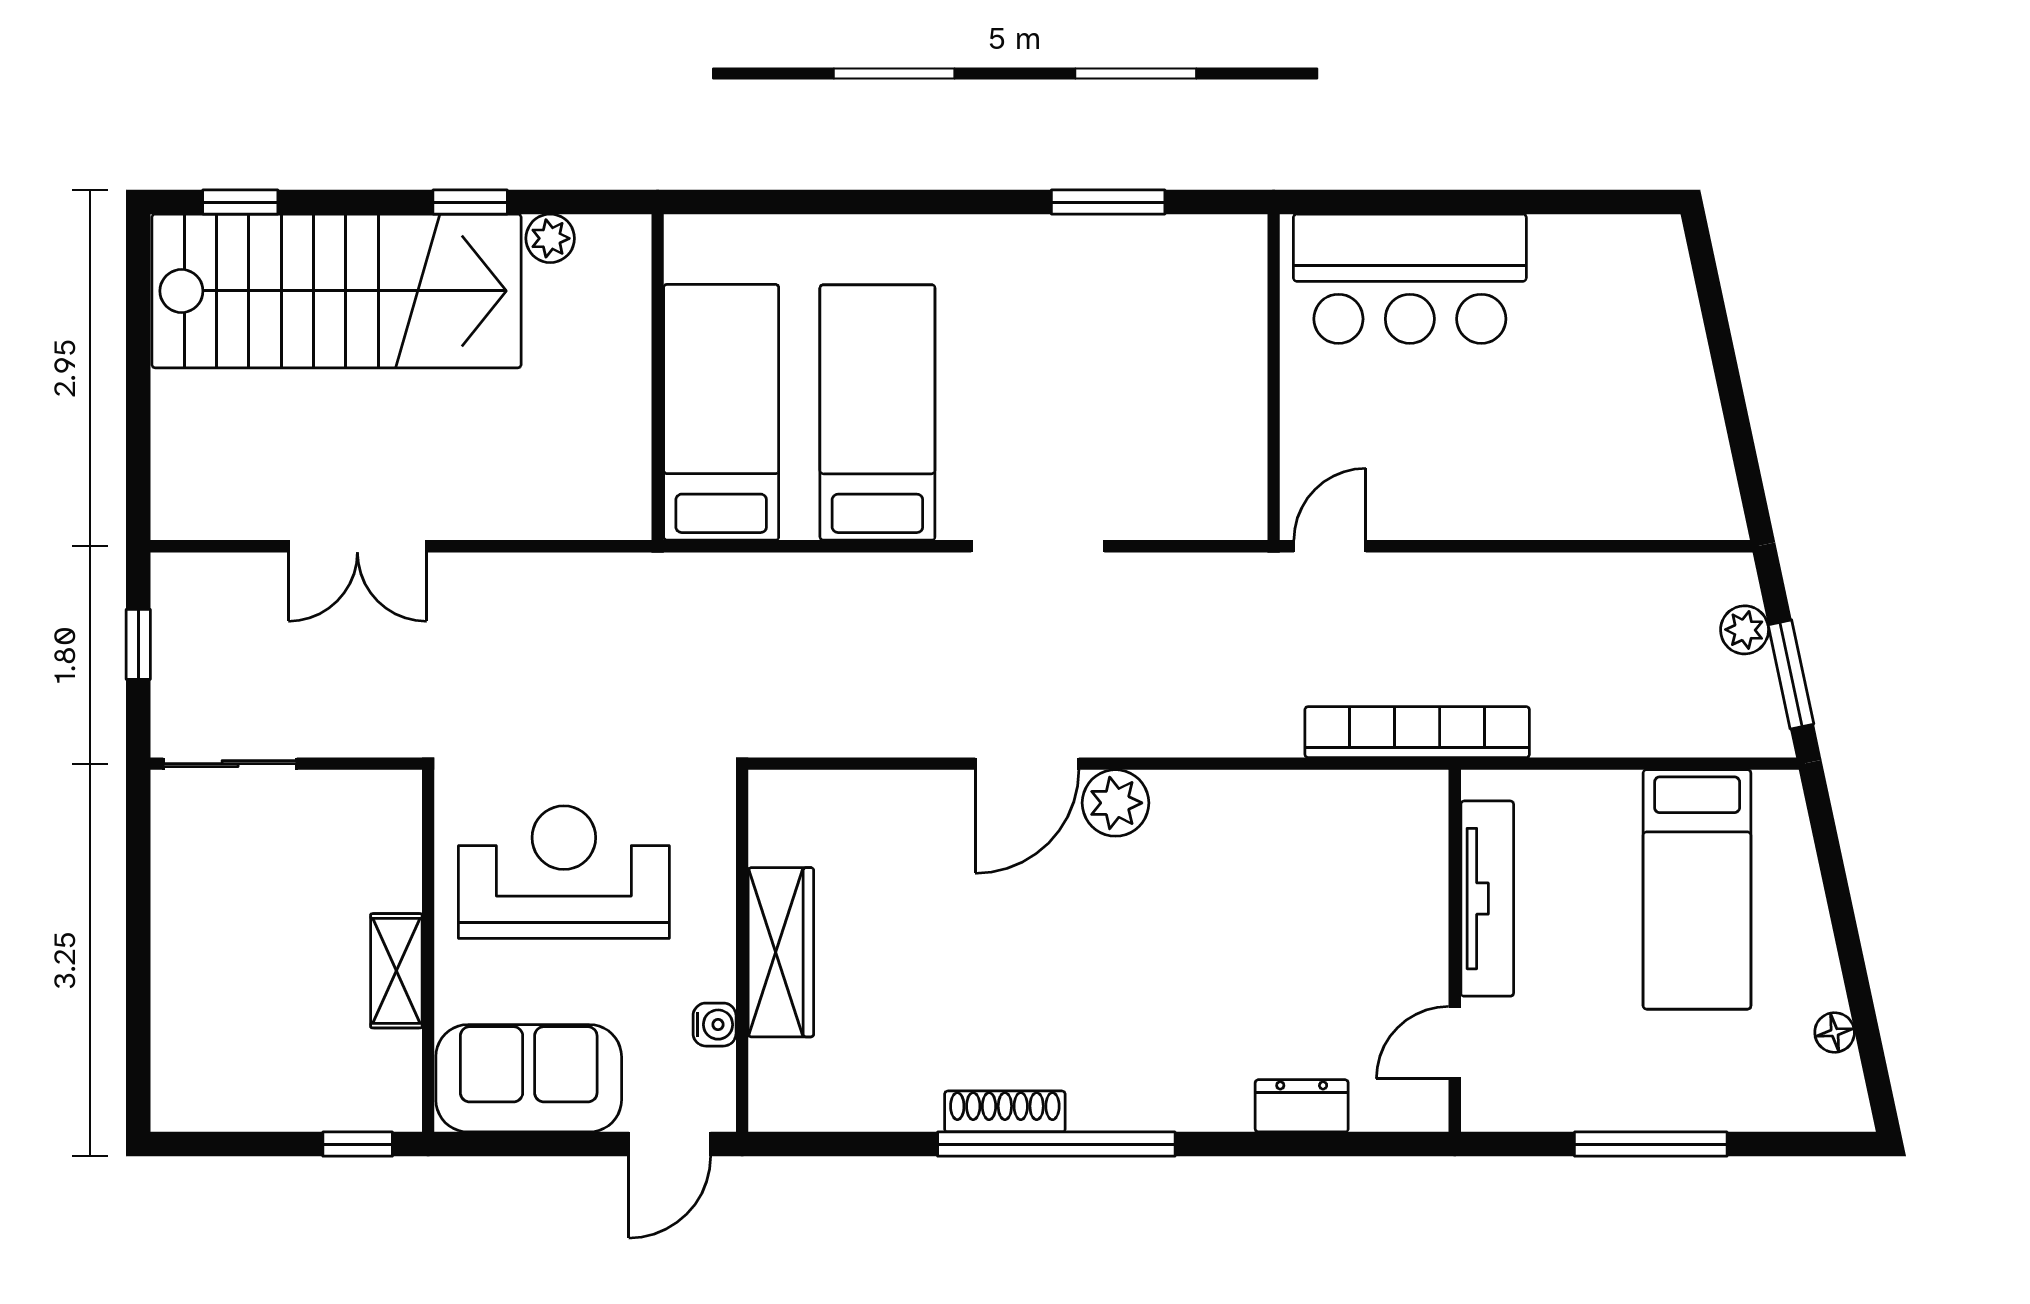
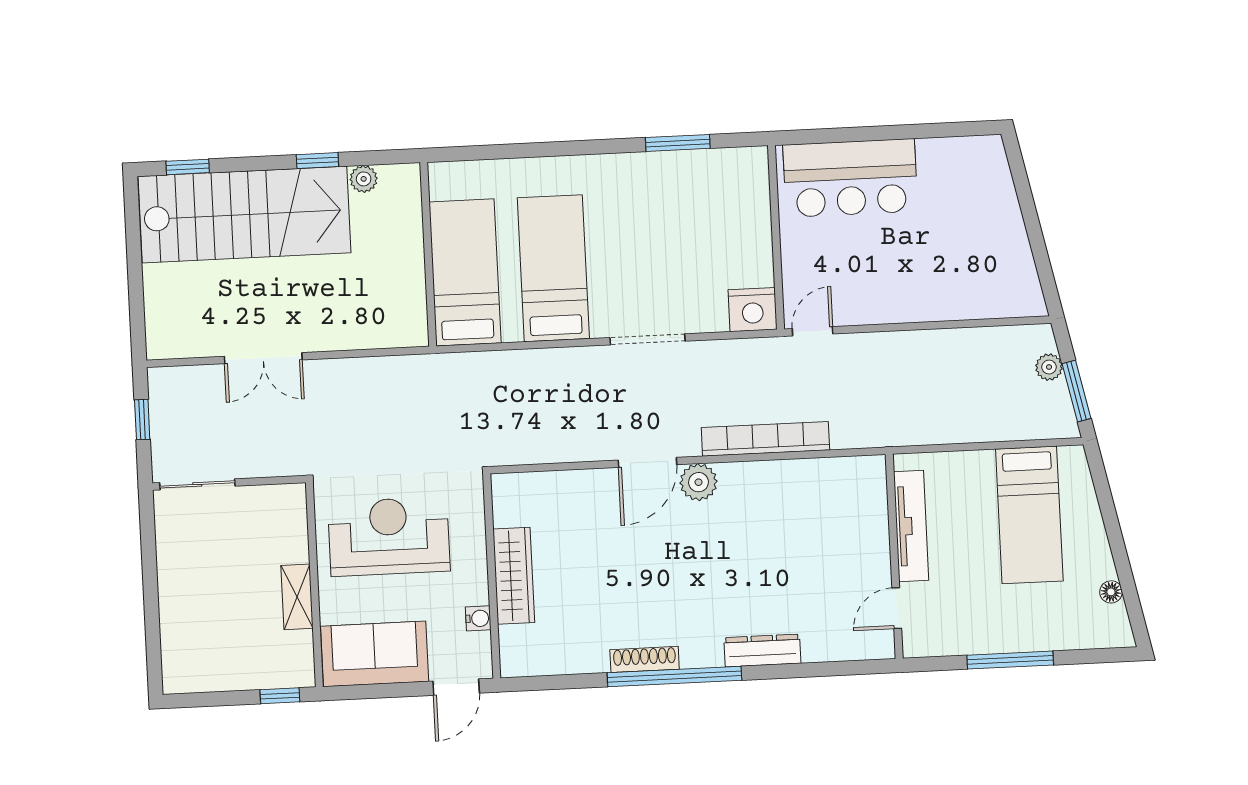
nightstand: (1226, 503) -> (753, 310), added
bookcase: (1417, 732) -> (765, 439), moved
dresser: (1302, 1106) -> (762, 651), moved, width x1.44

